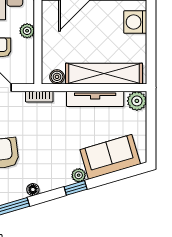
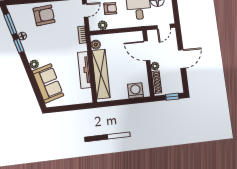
plant: (27, 31) -> (103, 25), moved
plant: (137, 101) -> (86, 97), removed
window: (76, 188) -> (19, 46), moved

